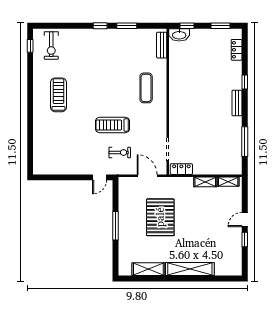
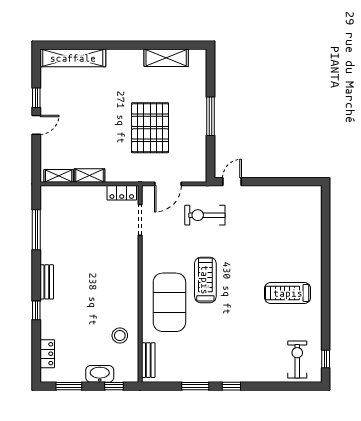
washbasin: (179, 35) -> (100, 374), moved
stool: (183, 63) -> (120, 335), added
exercise mat: (146, 88) -> (169, 302), width x2.00, depth x1.45
treadmill: (58, 95) -> (288, 293), turned 90
treadmill: (113, 125) -> (205, 280), moved, turned -90
exercise bike: (120, 153) -> (205, 215), width x1.38, depth x1.39
door: (147, 176) -> (168, 184), hinge flipped
shelving: (190, 269) -> (73, 58), moved

